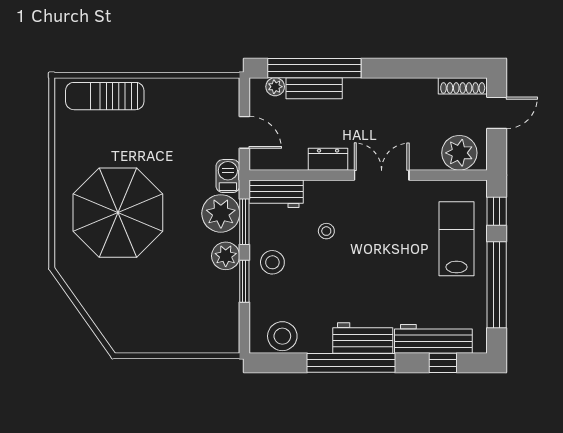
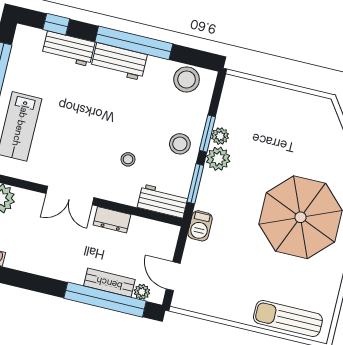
sun lounger: (105, 96) -> (288, 319), turned 180
door: (244, 132) -> (173, 276), moved
plant: (221, 213) -> (220, 136), moved, width x0.53, depth x0.53
workbench: (433, 339) -> (68, 49), width x0.73

